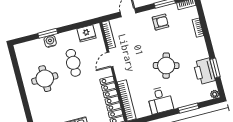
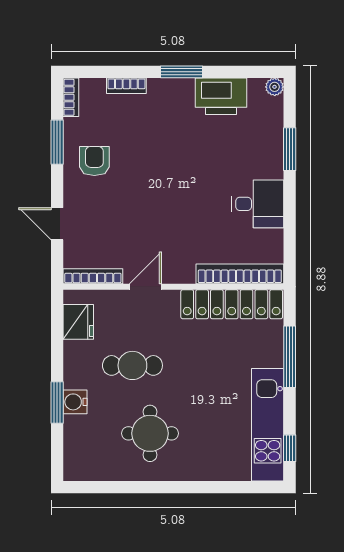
door: (110, 60) -> (145, 287), swing flipped
round table: (166, 66) -> (188, 173), removed
window: (215, 68) -> (182, 72), moved

